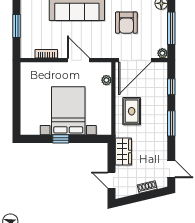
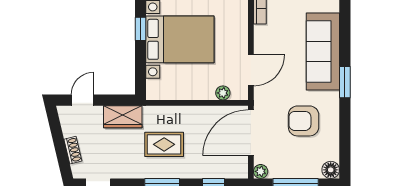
door: (79, 60) -> (251, 70), moved
door: (135, 60) -> (251, 133), hinge flipped
rug: (132, 111) -> (164, 144), moved

